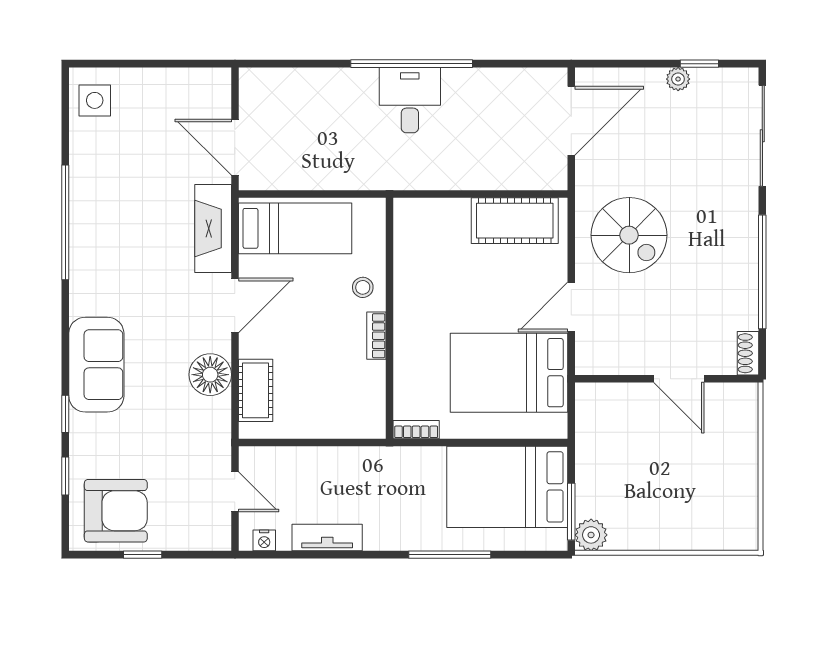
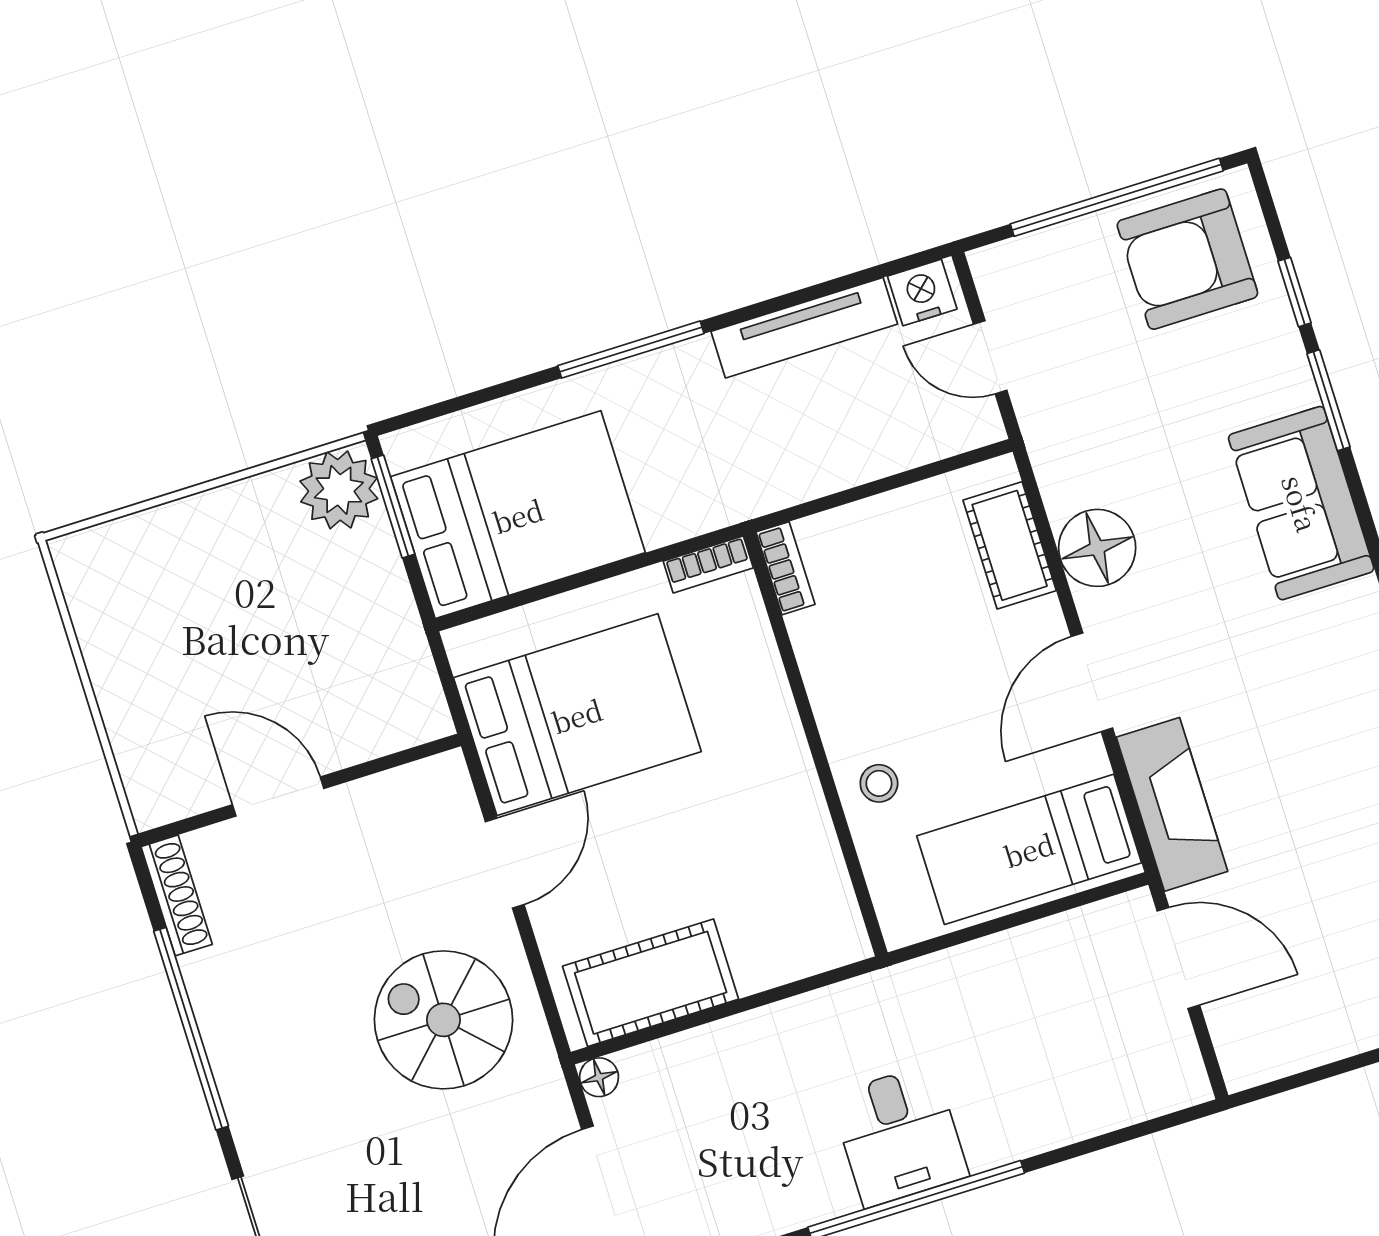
floor lamp: (557, 180) -> (599, 1077), added
bookcase: (376, 336) -> (785, 568), moved
shoe rack: (748, 353) -> (177, 895), width x1.43
window: (65, 414) -> (1328, 400), width x1.50
plant: (591, 535) -> (339, 490), width x1.36, depth x1.36
tv unit: (327, 538) -> (804, 328), width x1.41
nightstand: (264, 540) -> (922, 293), width x1.39, depth x1.35
window: (143, 555) -> (1117, 197), width x3.17
window: (450, 555) -> (631, 350), moved

